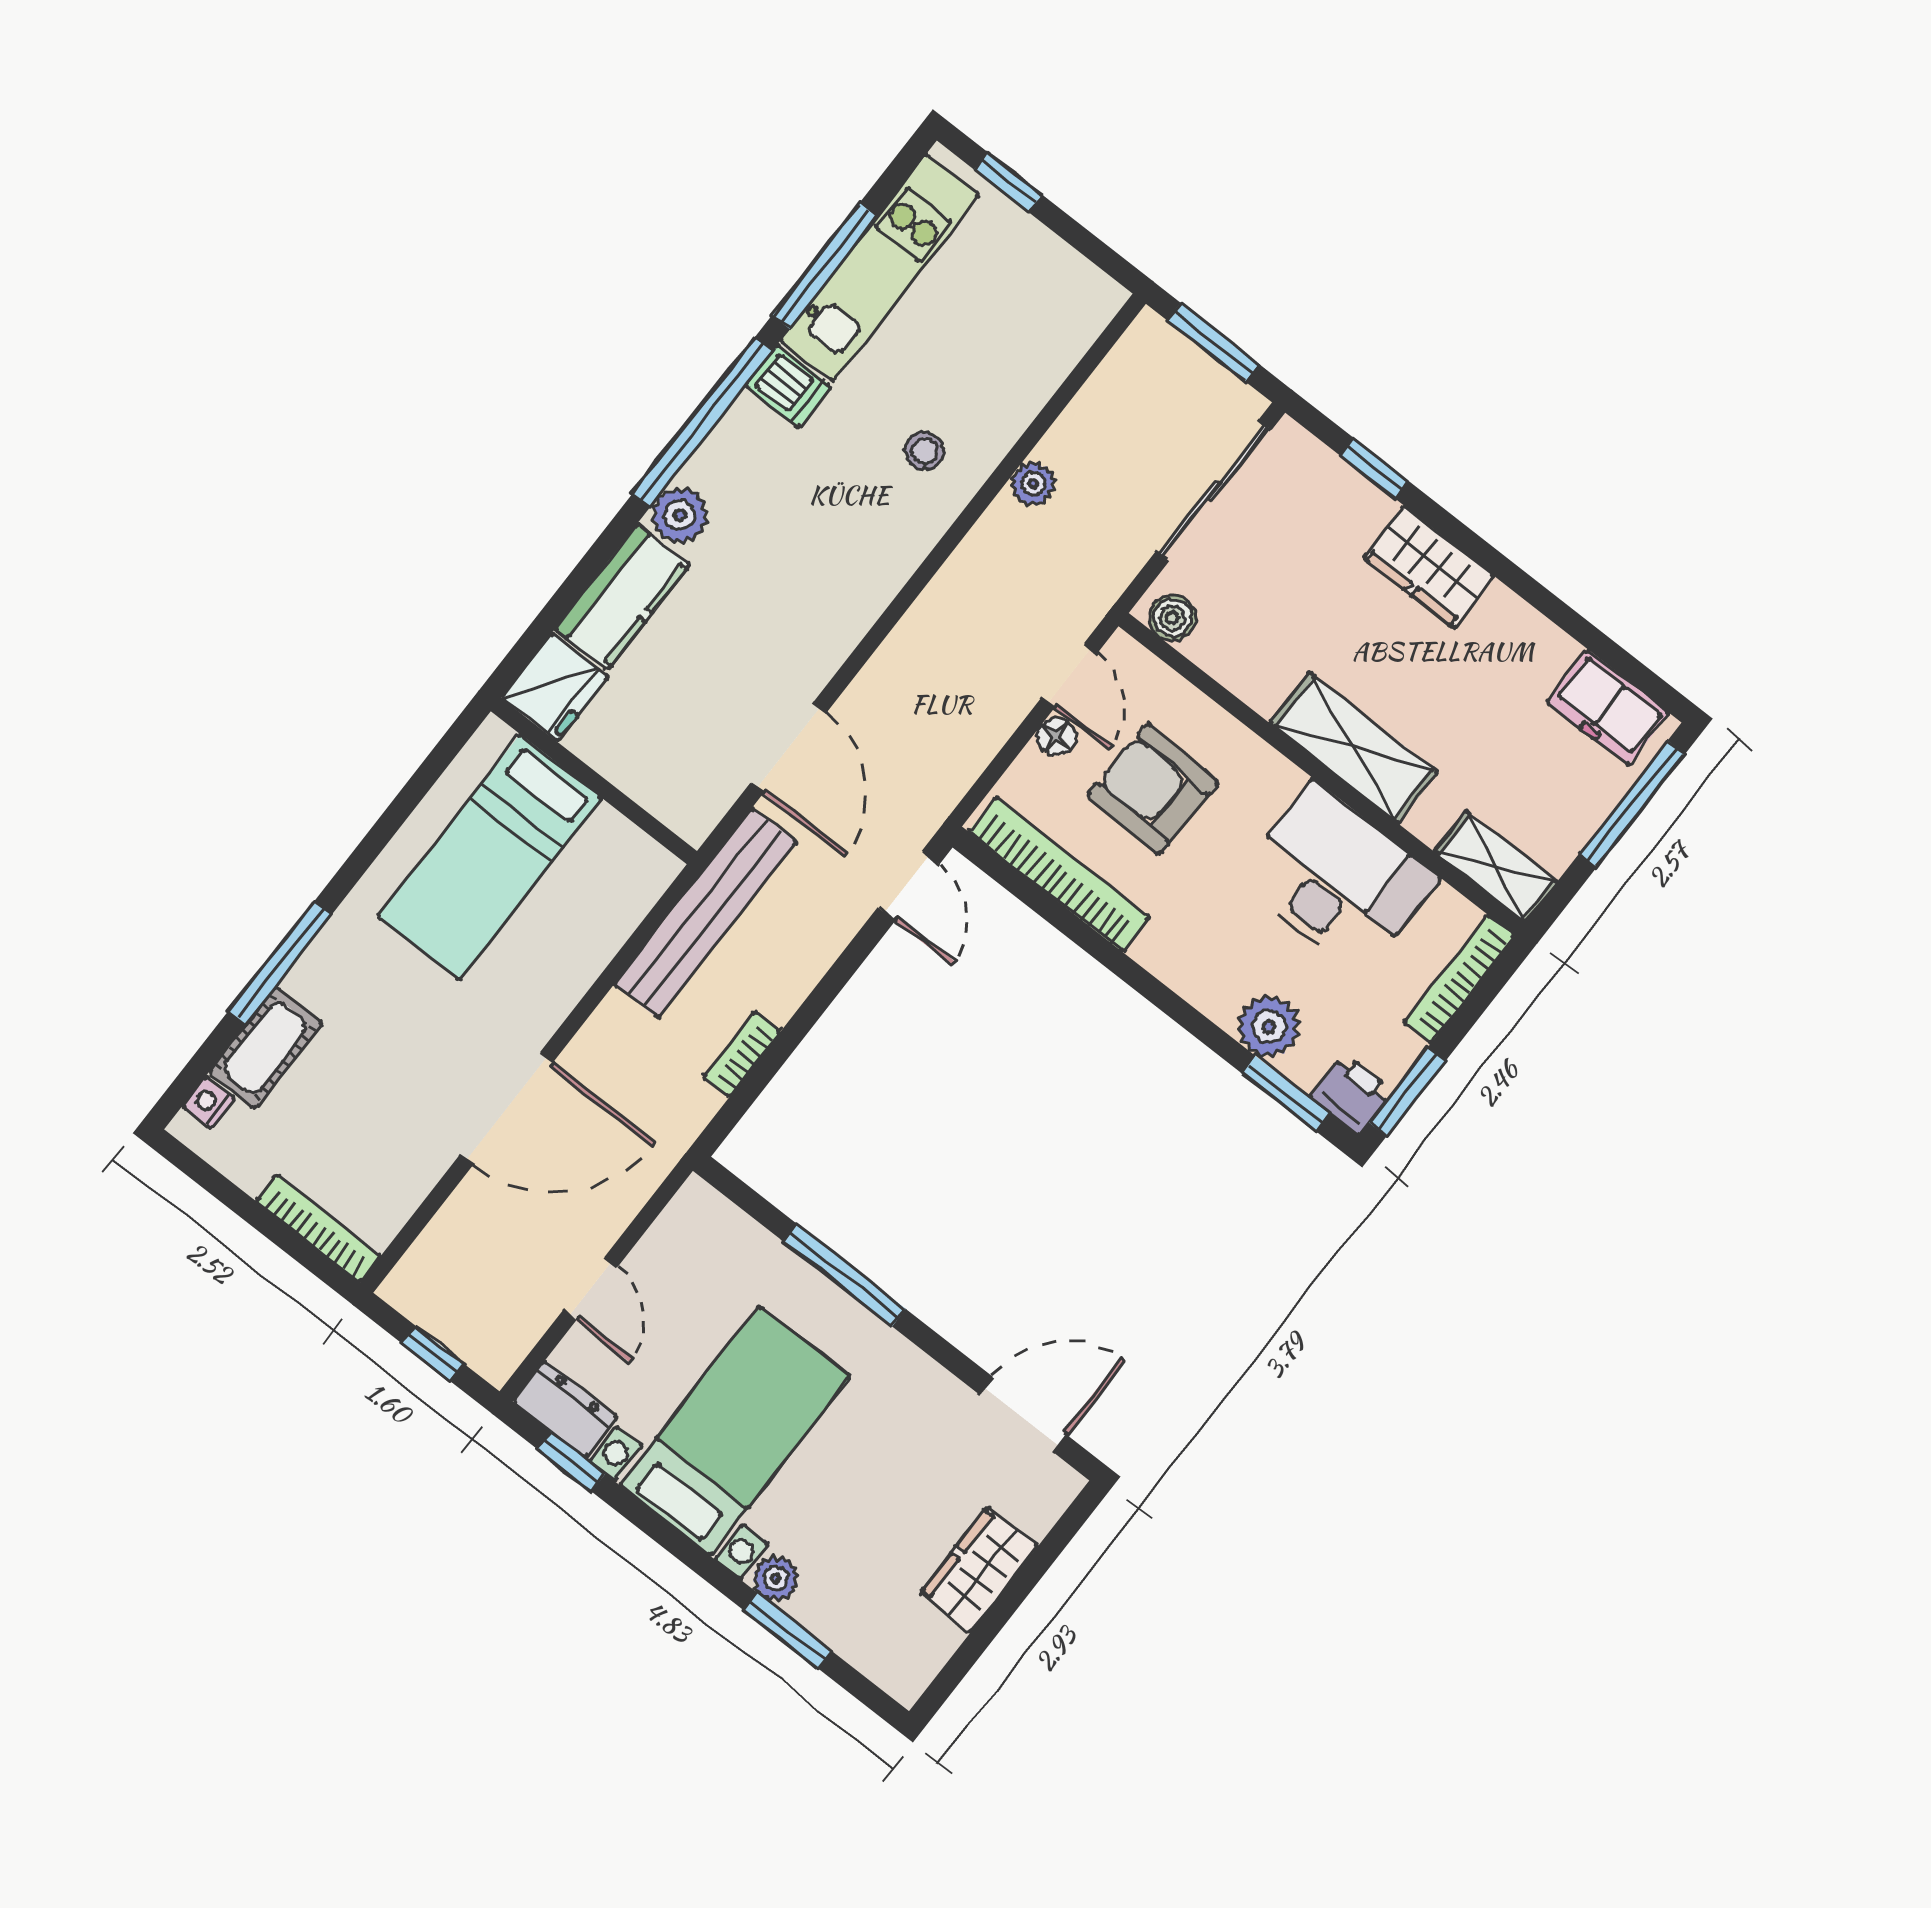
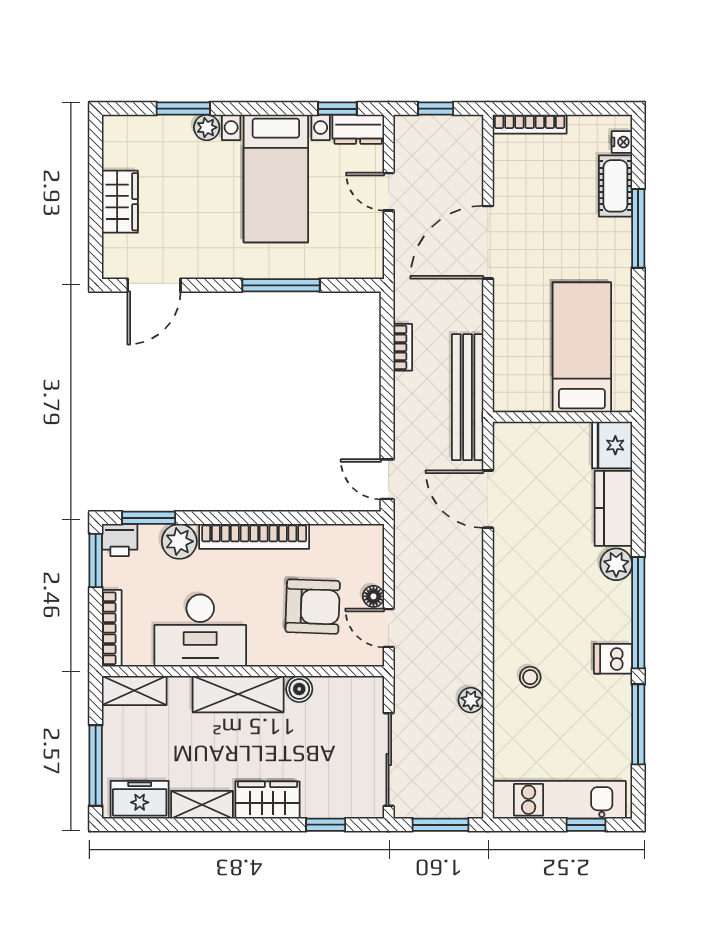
kitchen unit: (880, 268) -> (559, 800), moved, turned 90
boiler: (1173, 618) -> (299, 689), moved
shelving: (1526, 632) -> (202, 805), added
bookcase: (1059, 874) -> (254, 536), moved

